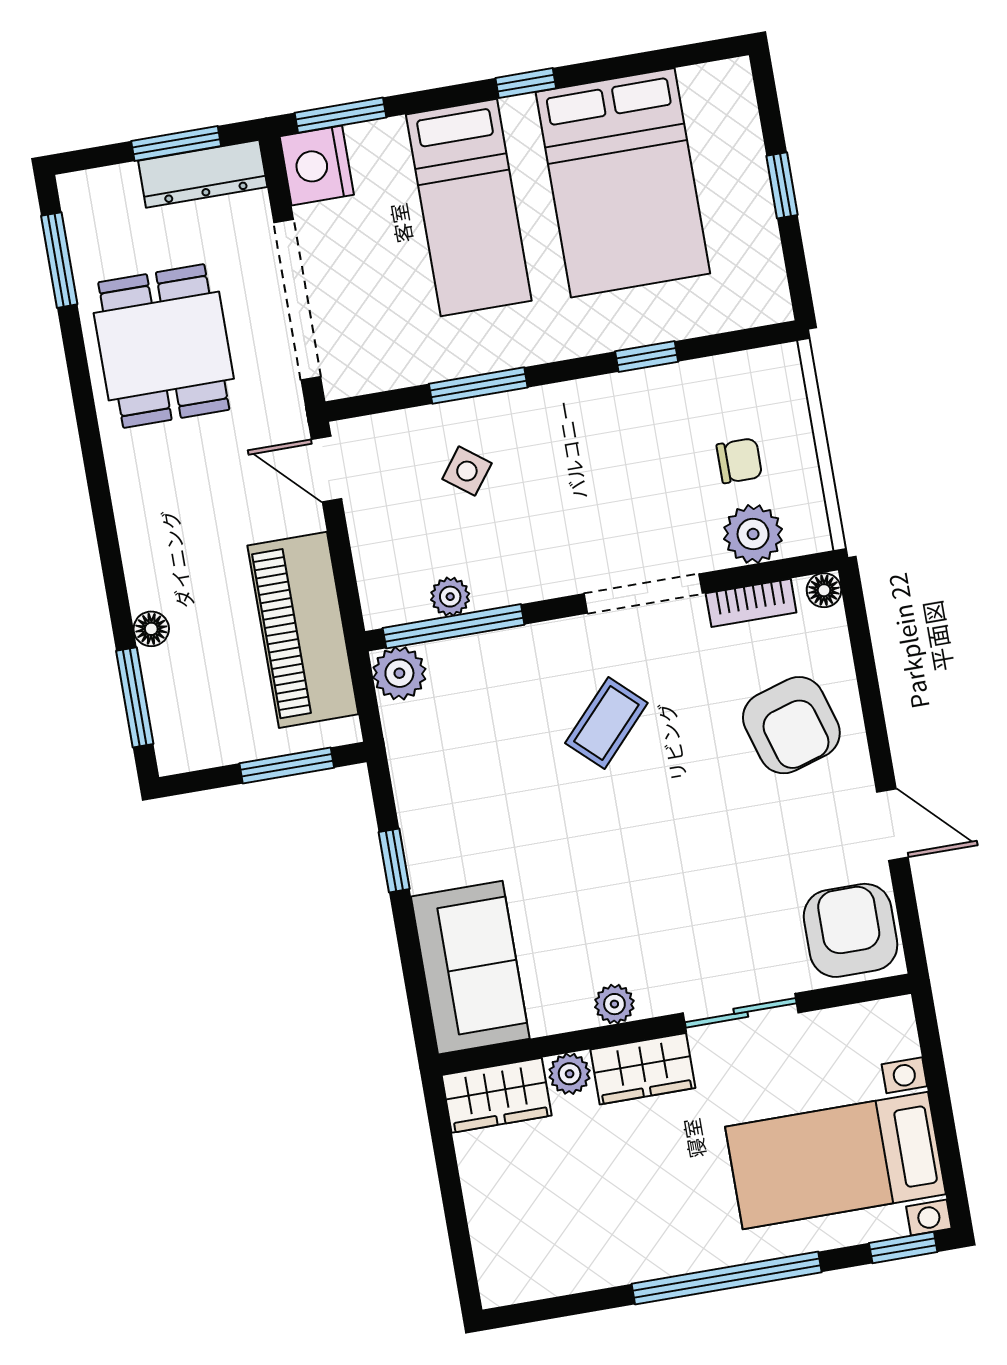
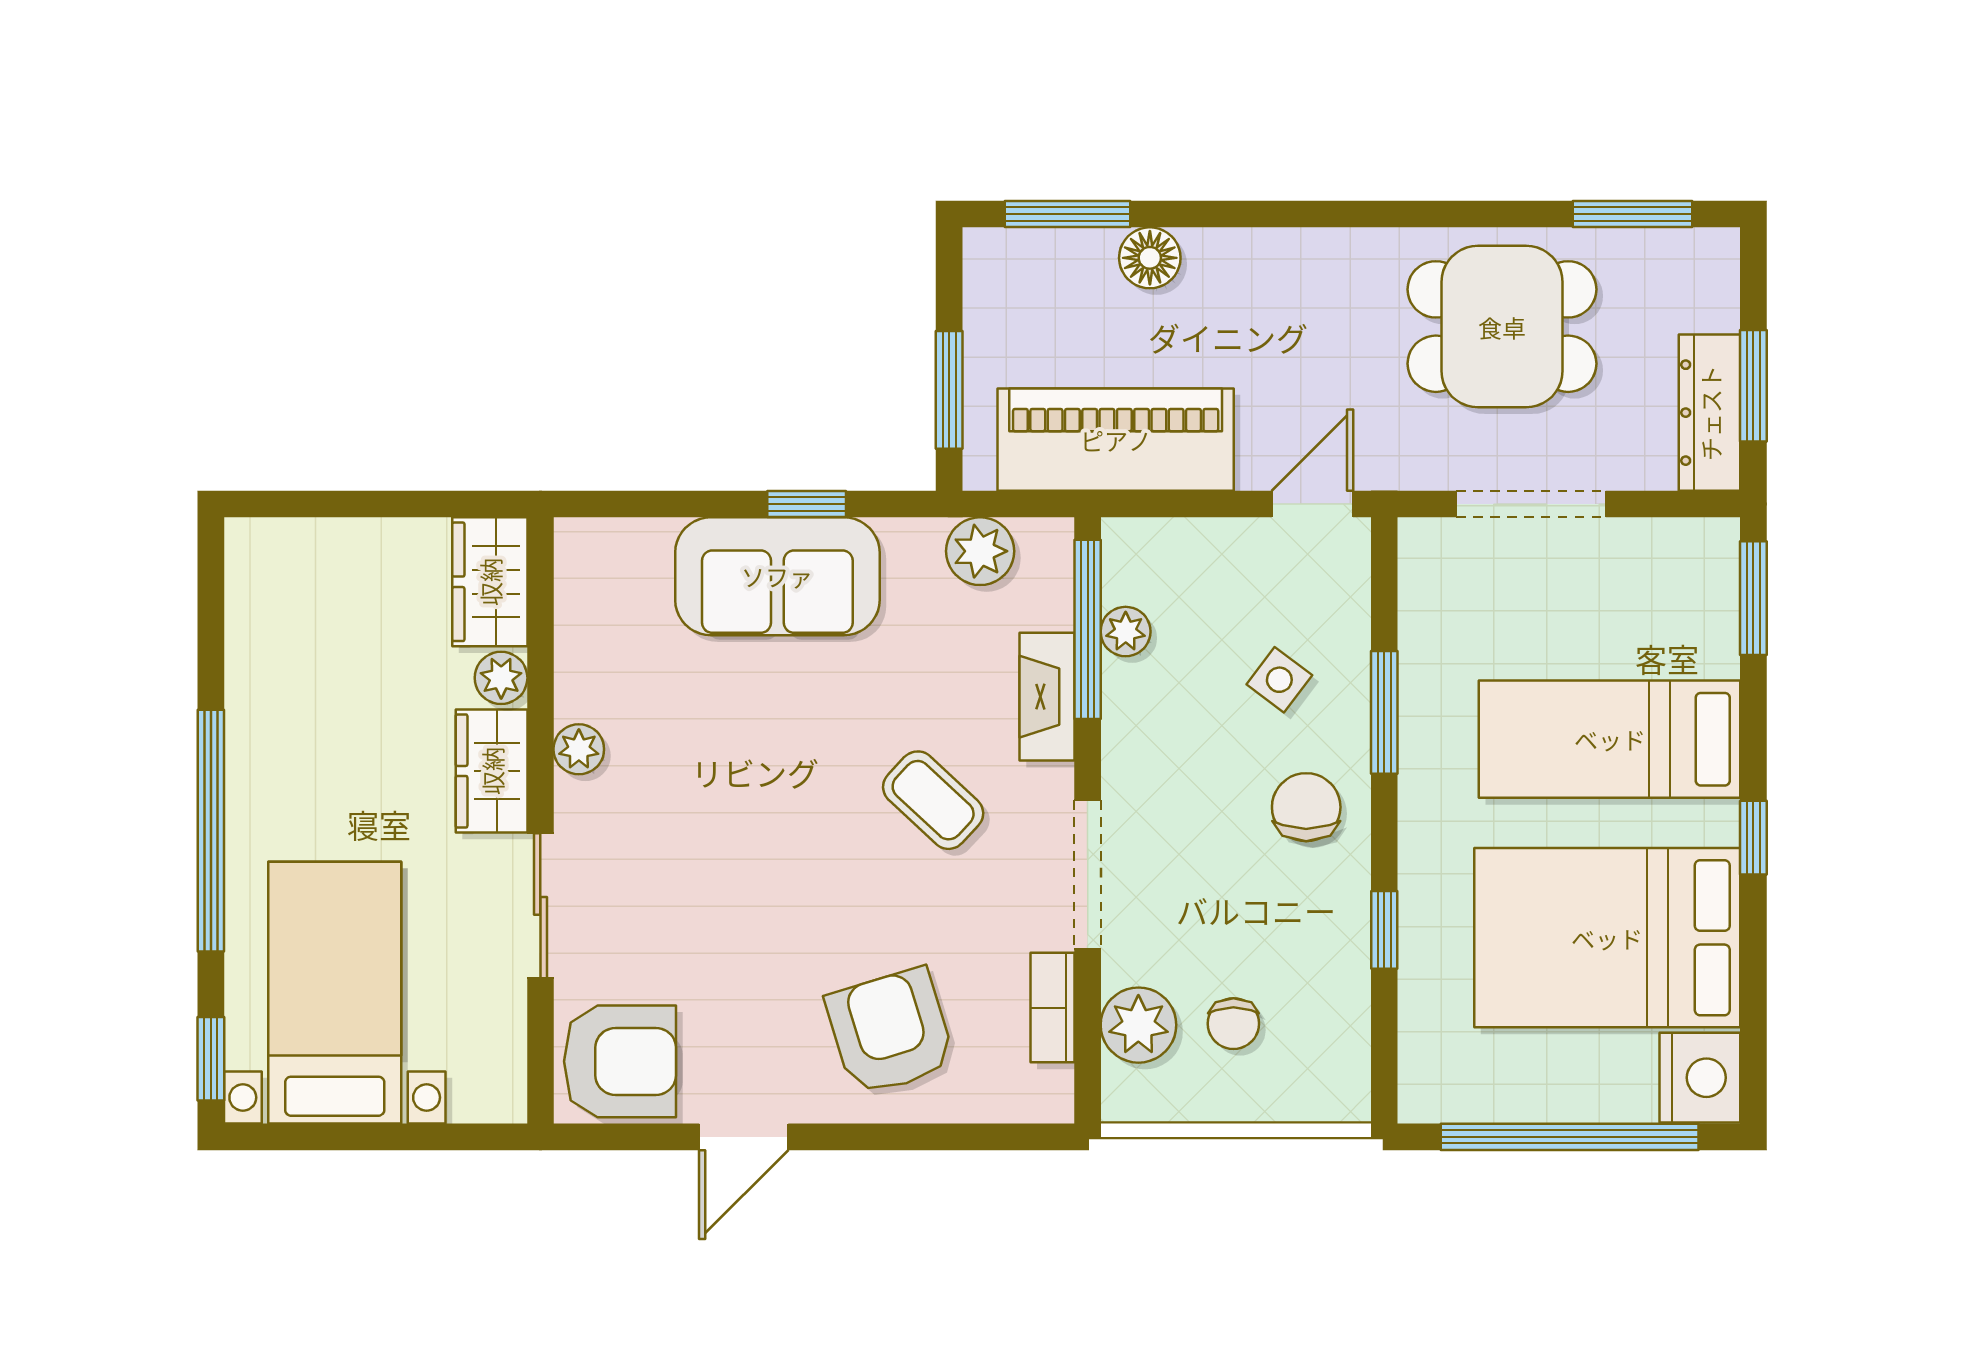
nightstand: (317, 166) -> (1700, 1078), moved, turned 90
window: (782, 185) -> (1570, 1137), width x3.17
doorway: (297, 300) -> (1531, 504), width x0.73
chair: (562, 433) -> (1306, 807), added
floor lamp: (824, 590) -> (1053, 1102), removed
floor lamp: (151, 629) -> (1150, 258), width x1.37, depth x1.37
fireplace: (511, 649) -> (1047, 697), added
plant: (399, 673) -> (980, 551), moved
armchair: (791, 725) -> (890, 1032), turned 90
sofa: (470, 968) -> (777, 576), moved

